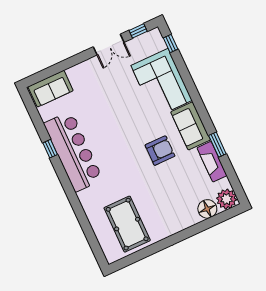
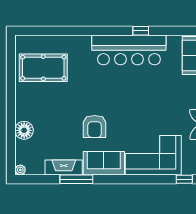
window: (217, 145) -> (76, 179), width x1.44
plant: (227, 199) -> (20, 170), width x0.53, depth x0.53
floor lamp: (207, 209) -> (24, 130), moved

